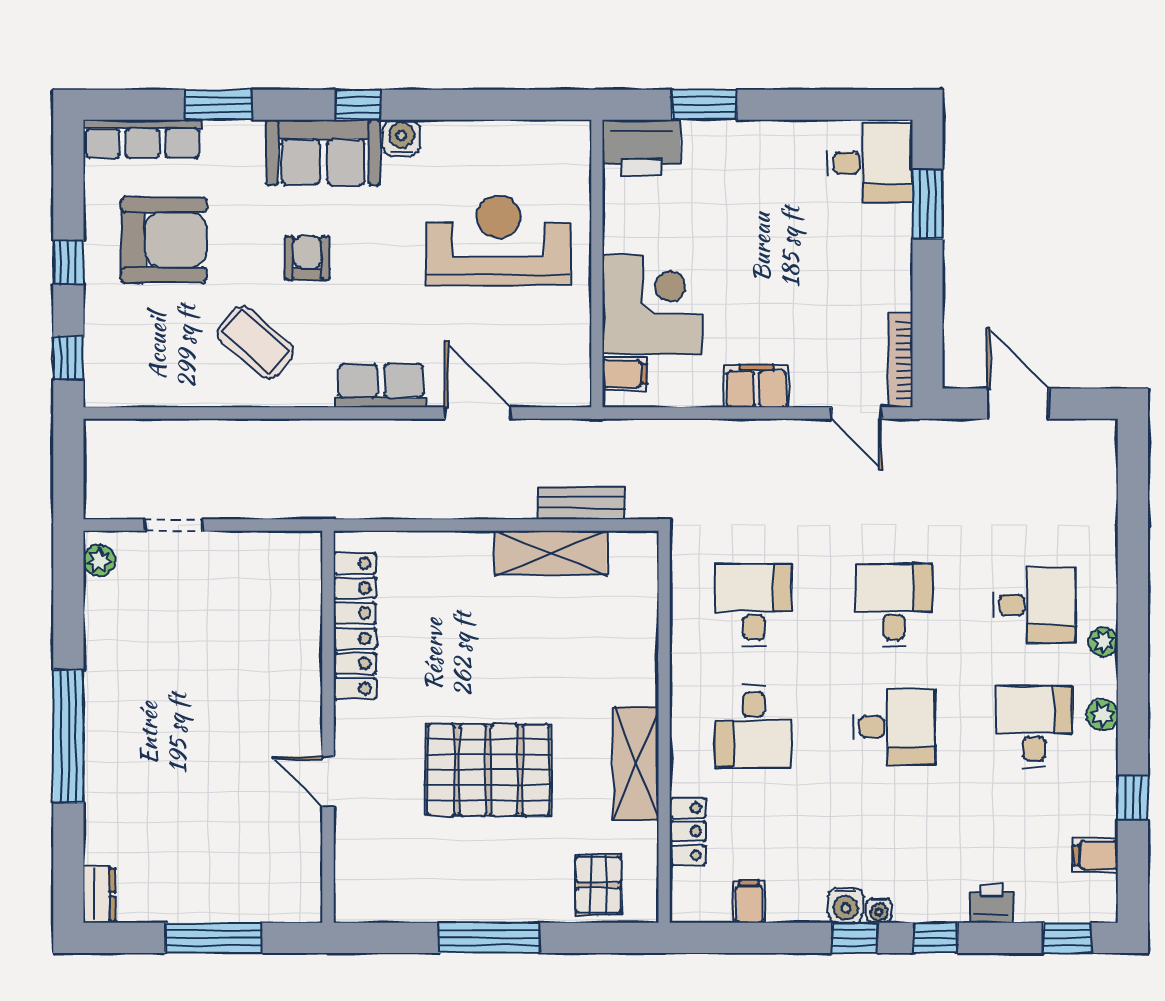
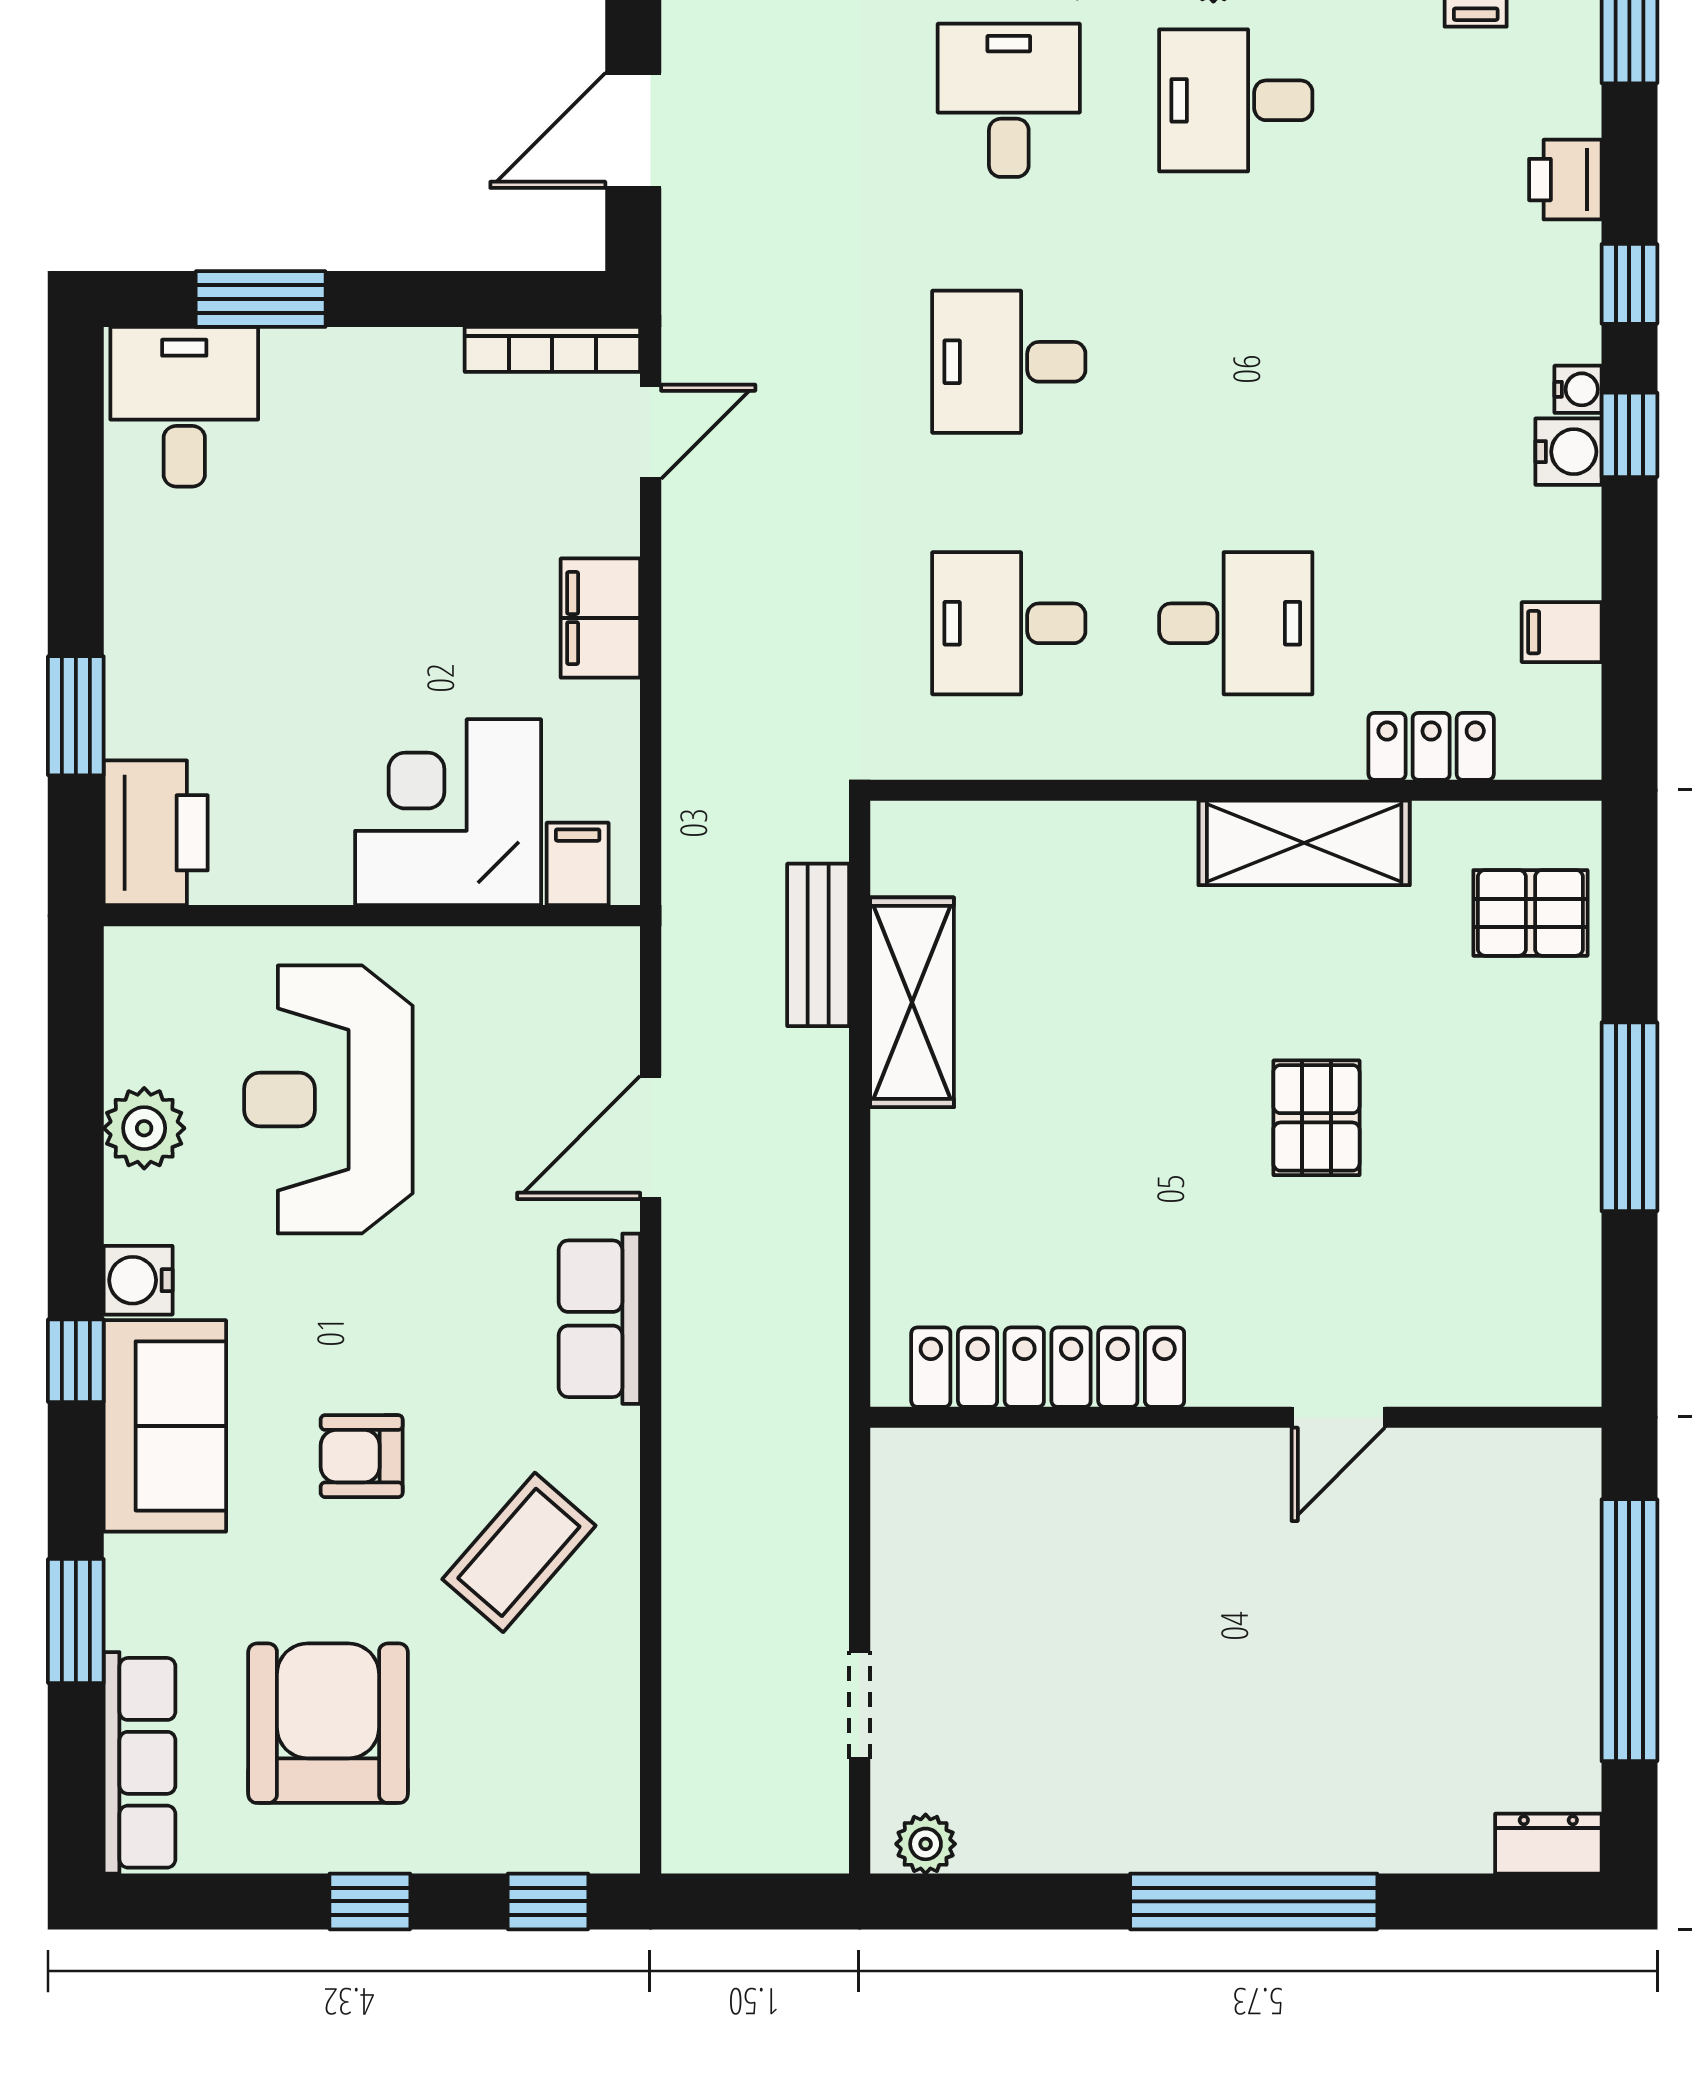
plant: (483, 141) -> (144, 1128), added
desk: (894, 727) -> (1236, 362), removed
pallet: (488, 770) -> (1316, 1118), width x0.49, depth x0.50
window: (214, 938) -> (1629, 1630), width x1.46

